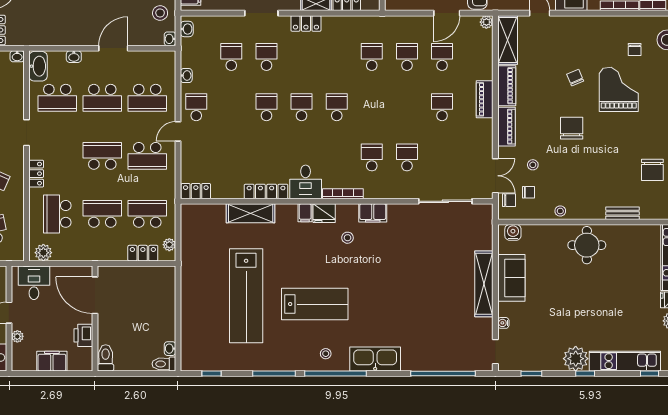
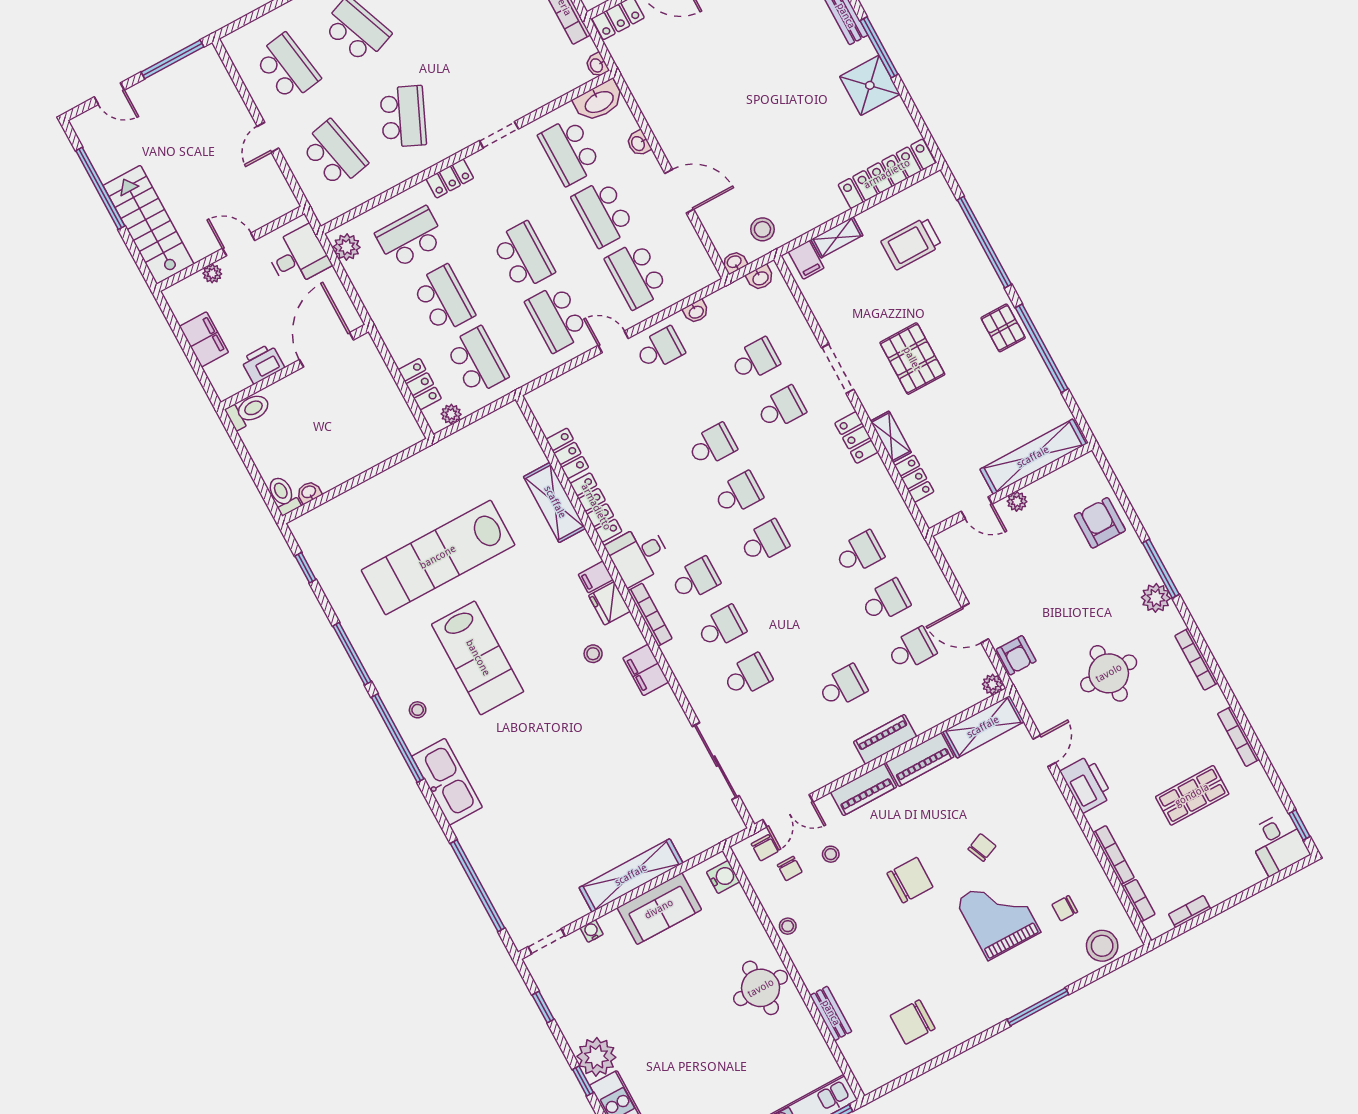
grand piano: (619, 89) -> (998, 916), turned -90
school desk: (337, 157) -> (695, 579), added
locker: (196, 191) -> (567, 453), moved

